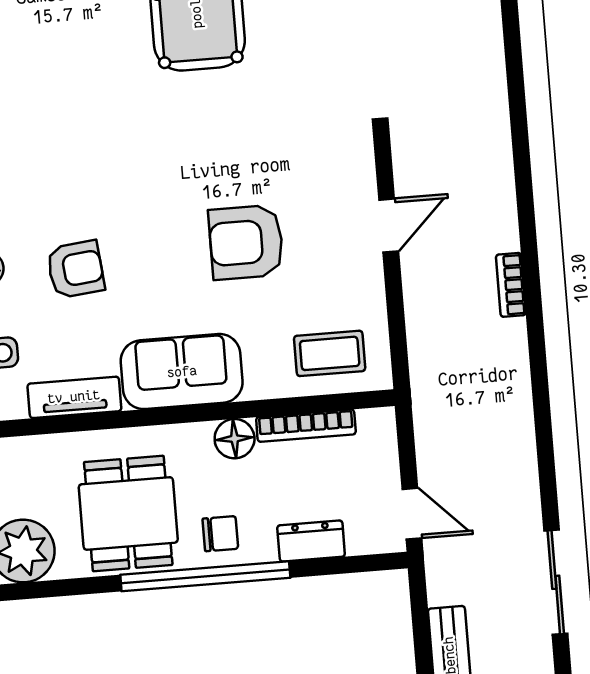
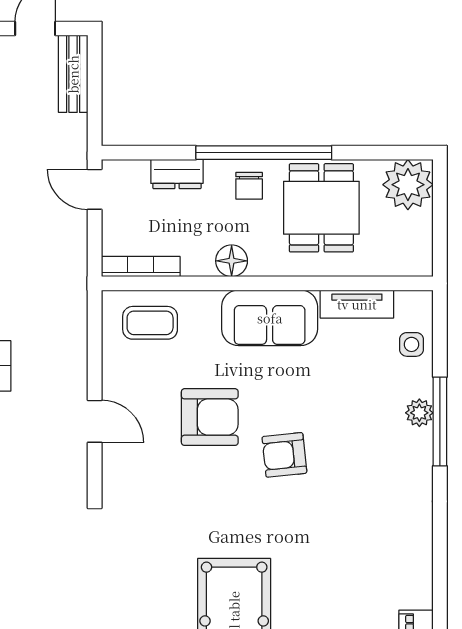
door: (389, 225) -> (95, 421), swing flipped
armchair: (76, 269) -> (284, 455), moved
bookcase: (306, 426) -> (141, 267), moved
chair: (220, 534) -> (249, 186), turned -90

